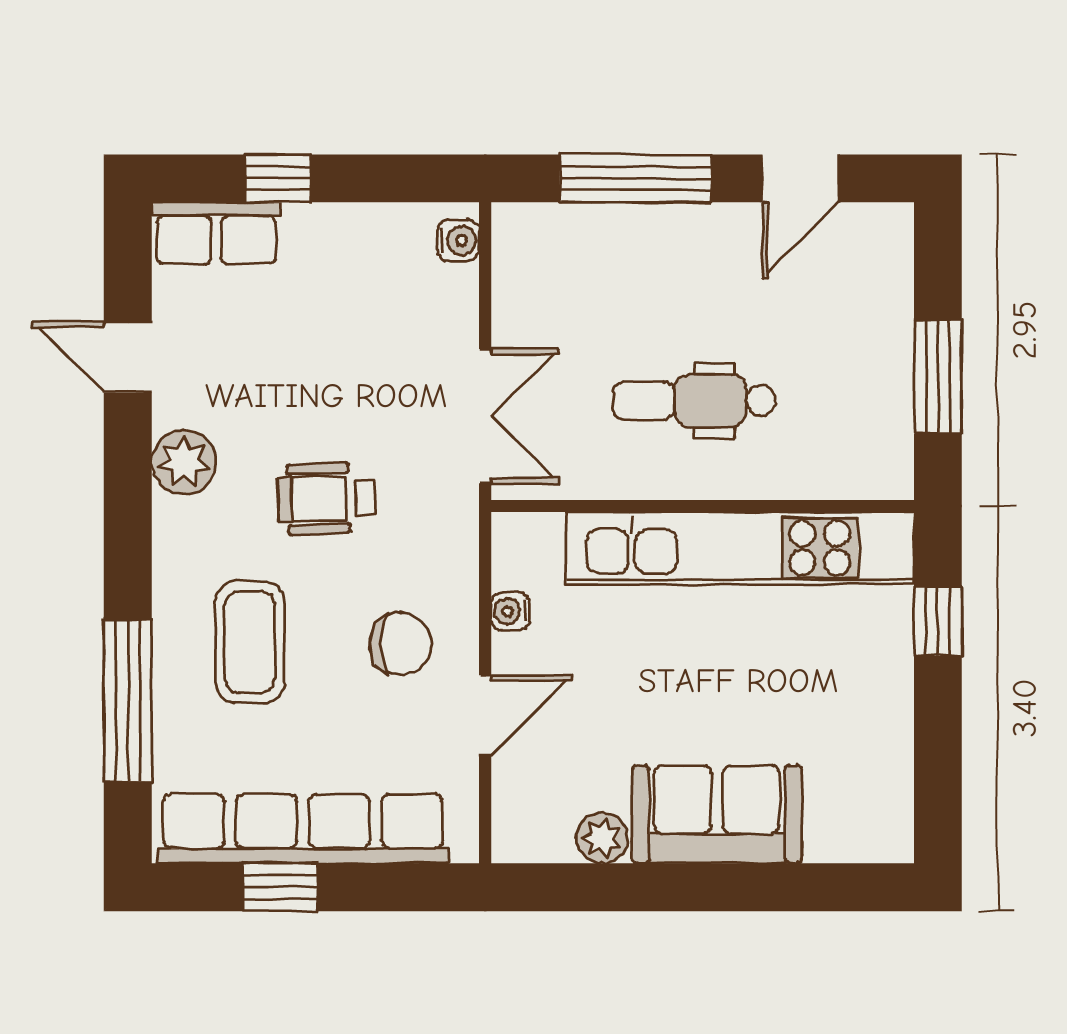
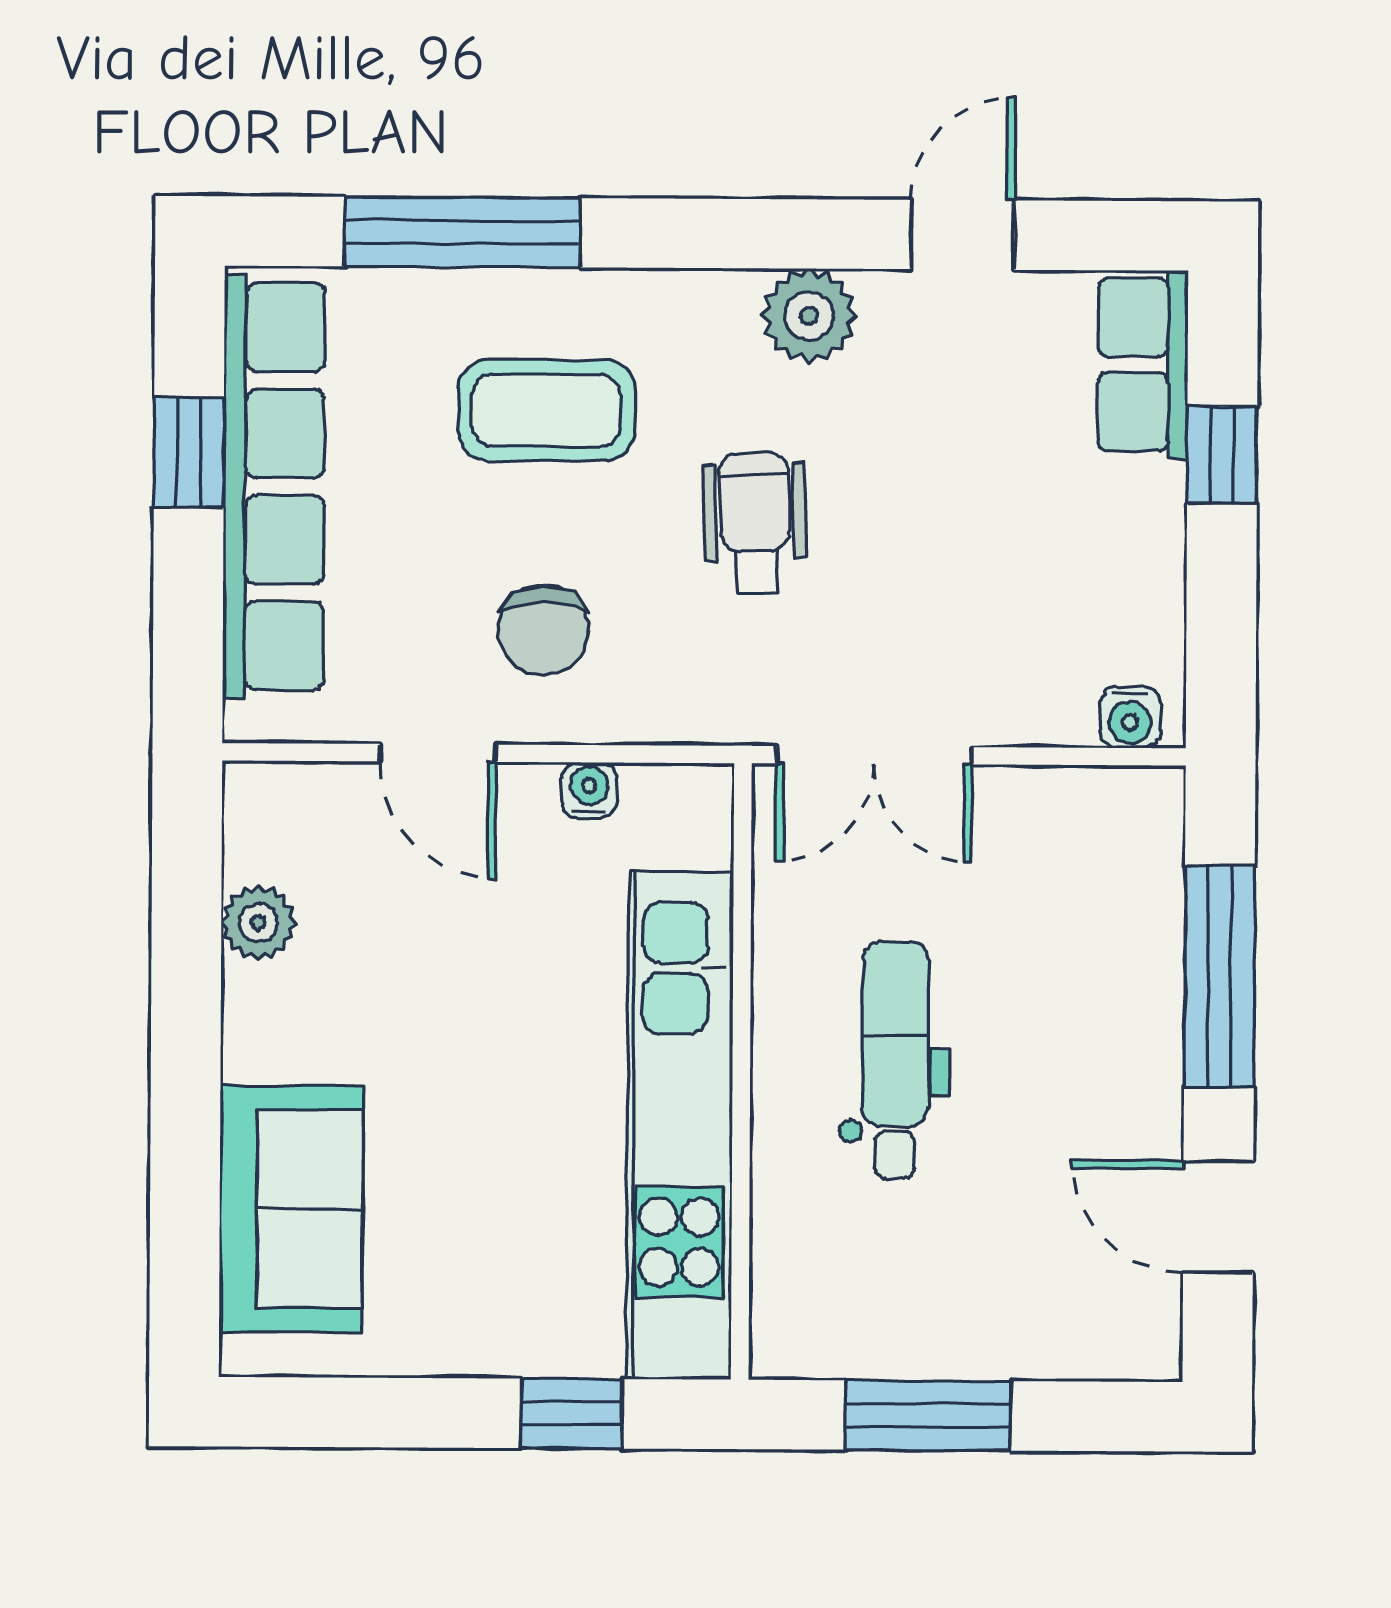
sofa: (717, 814) -> (291, 1209), moved

